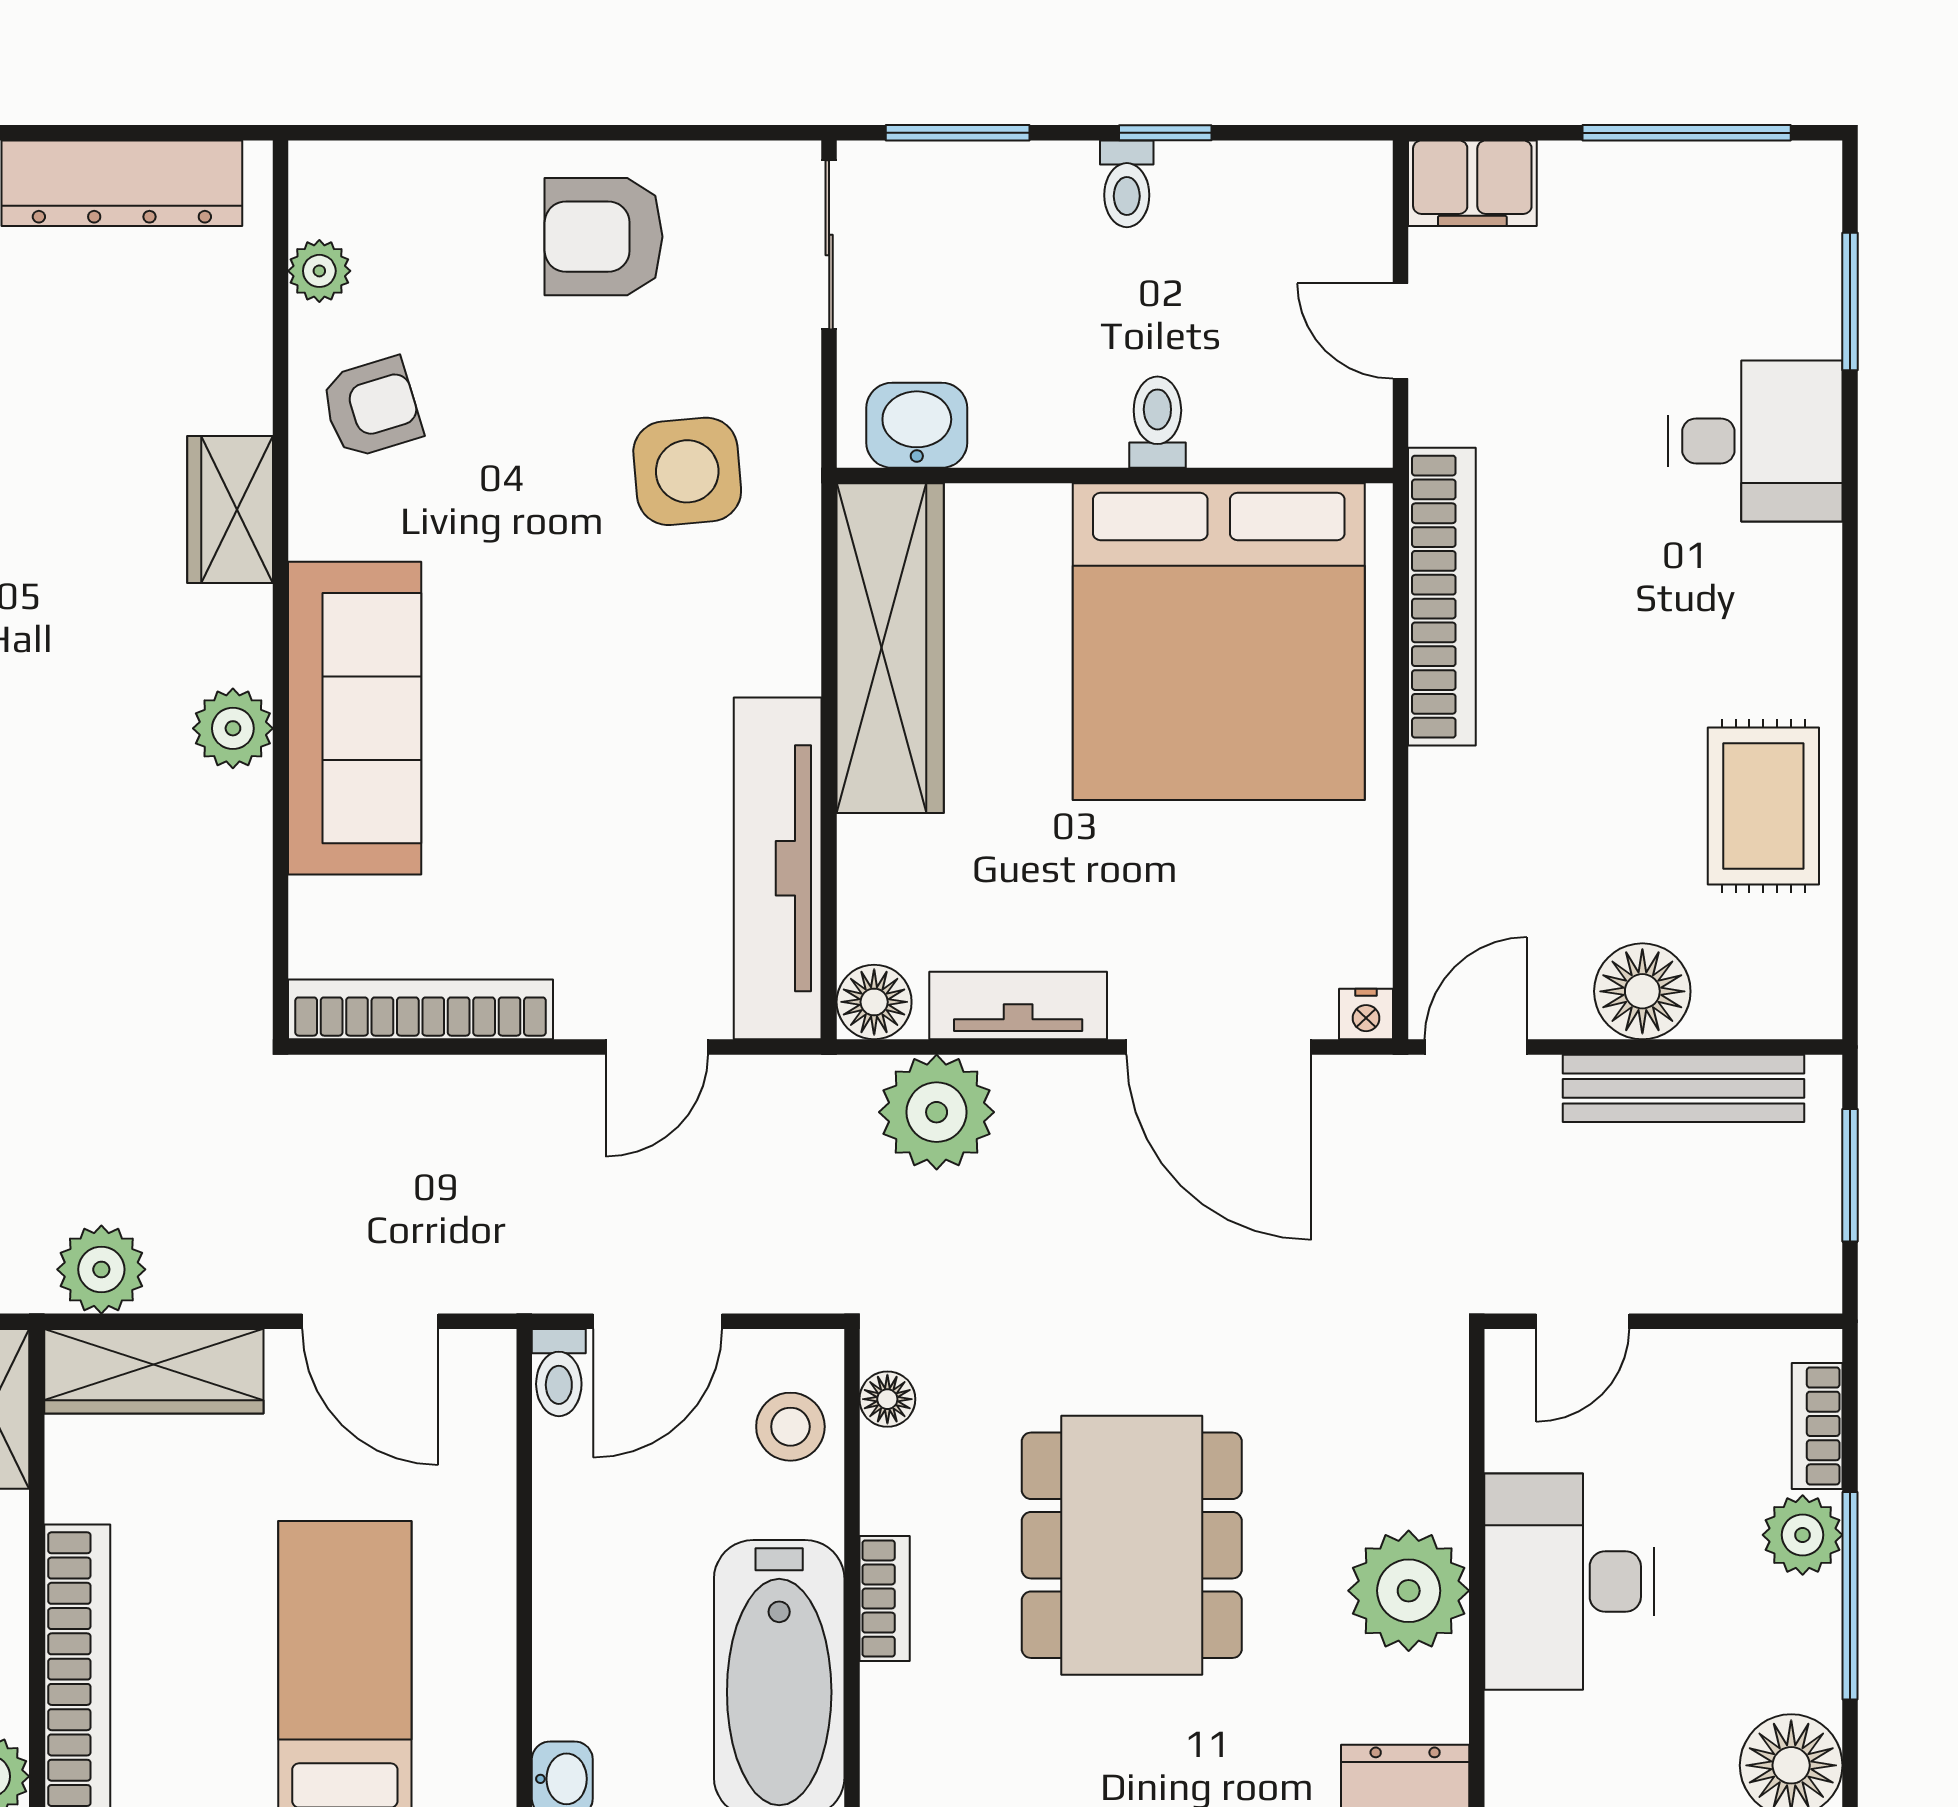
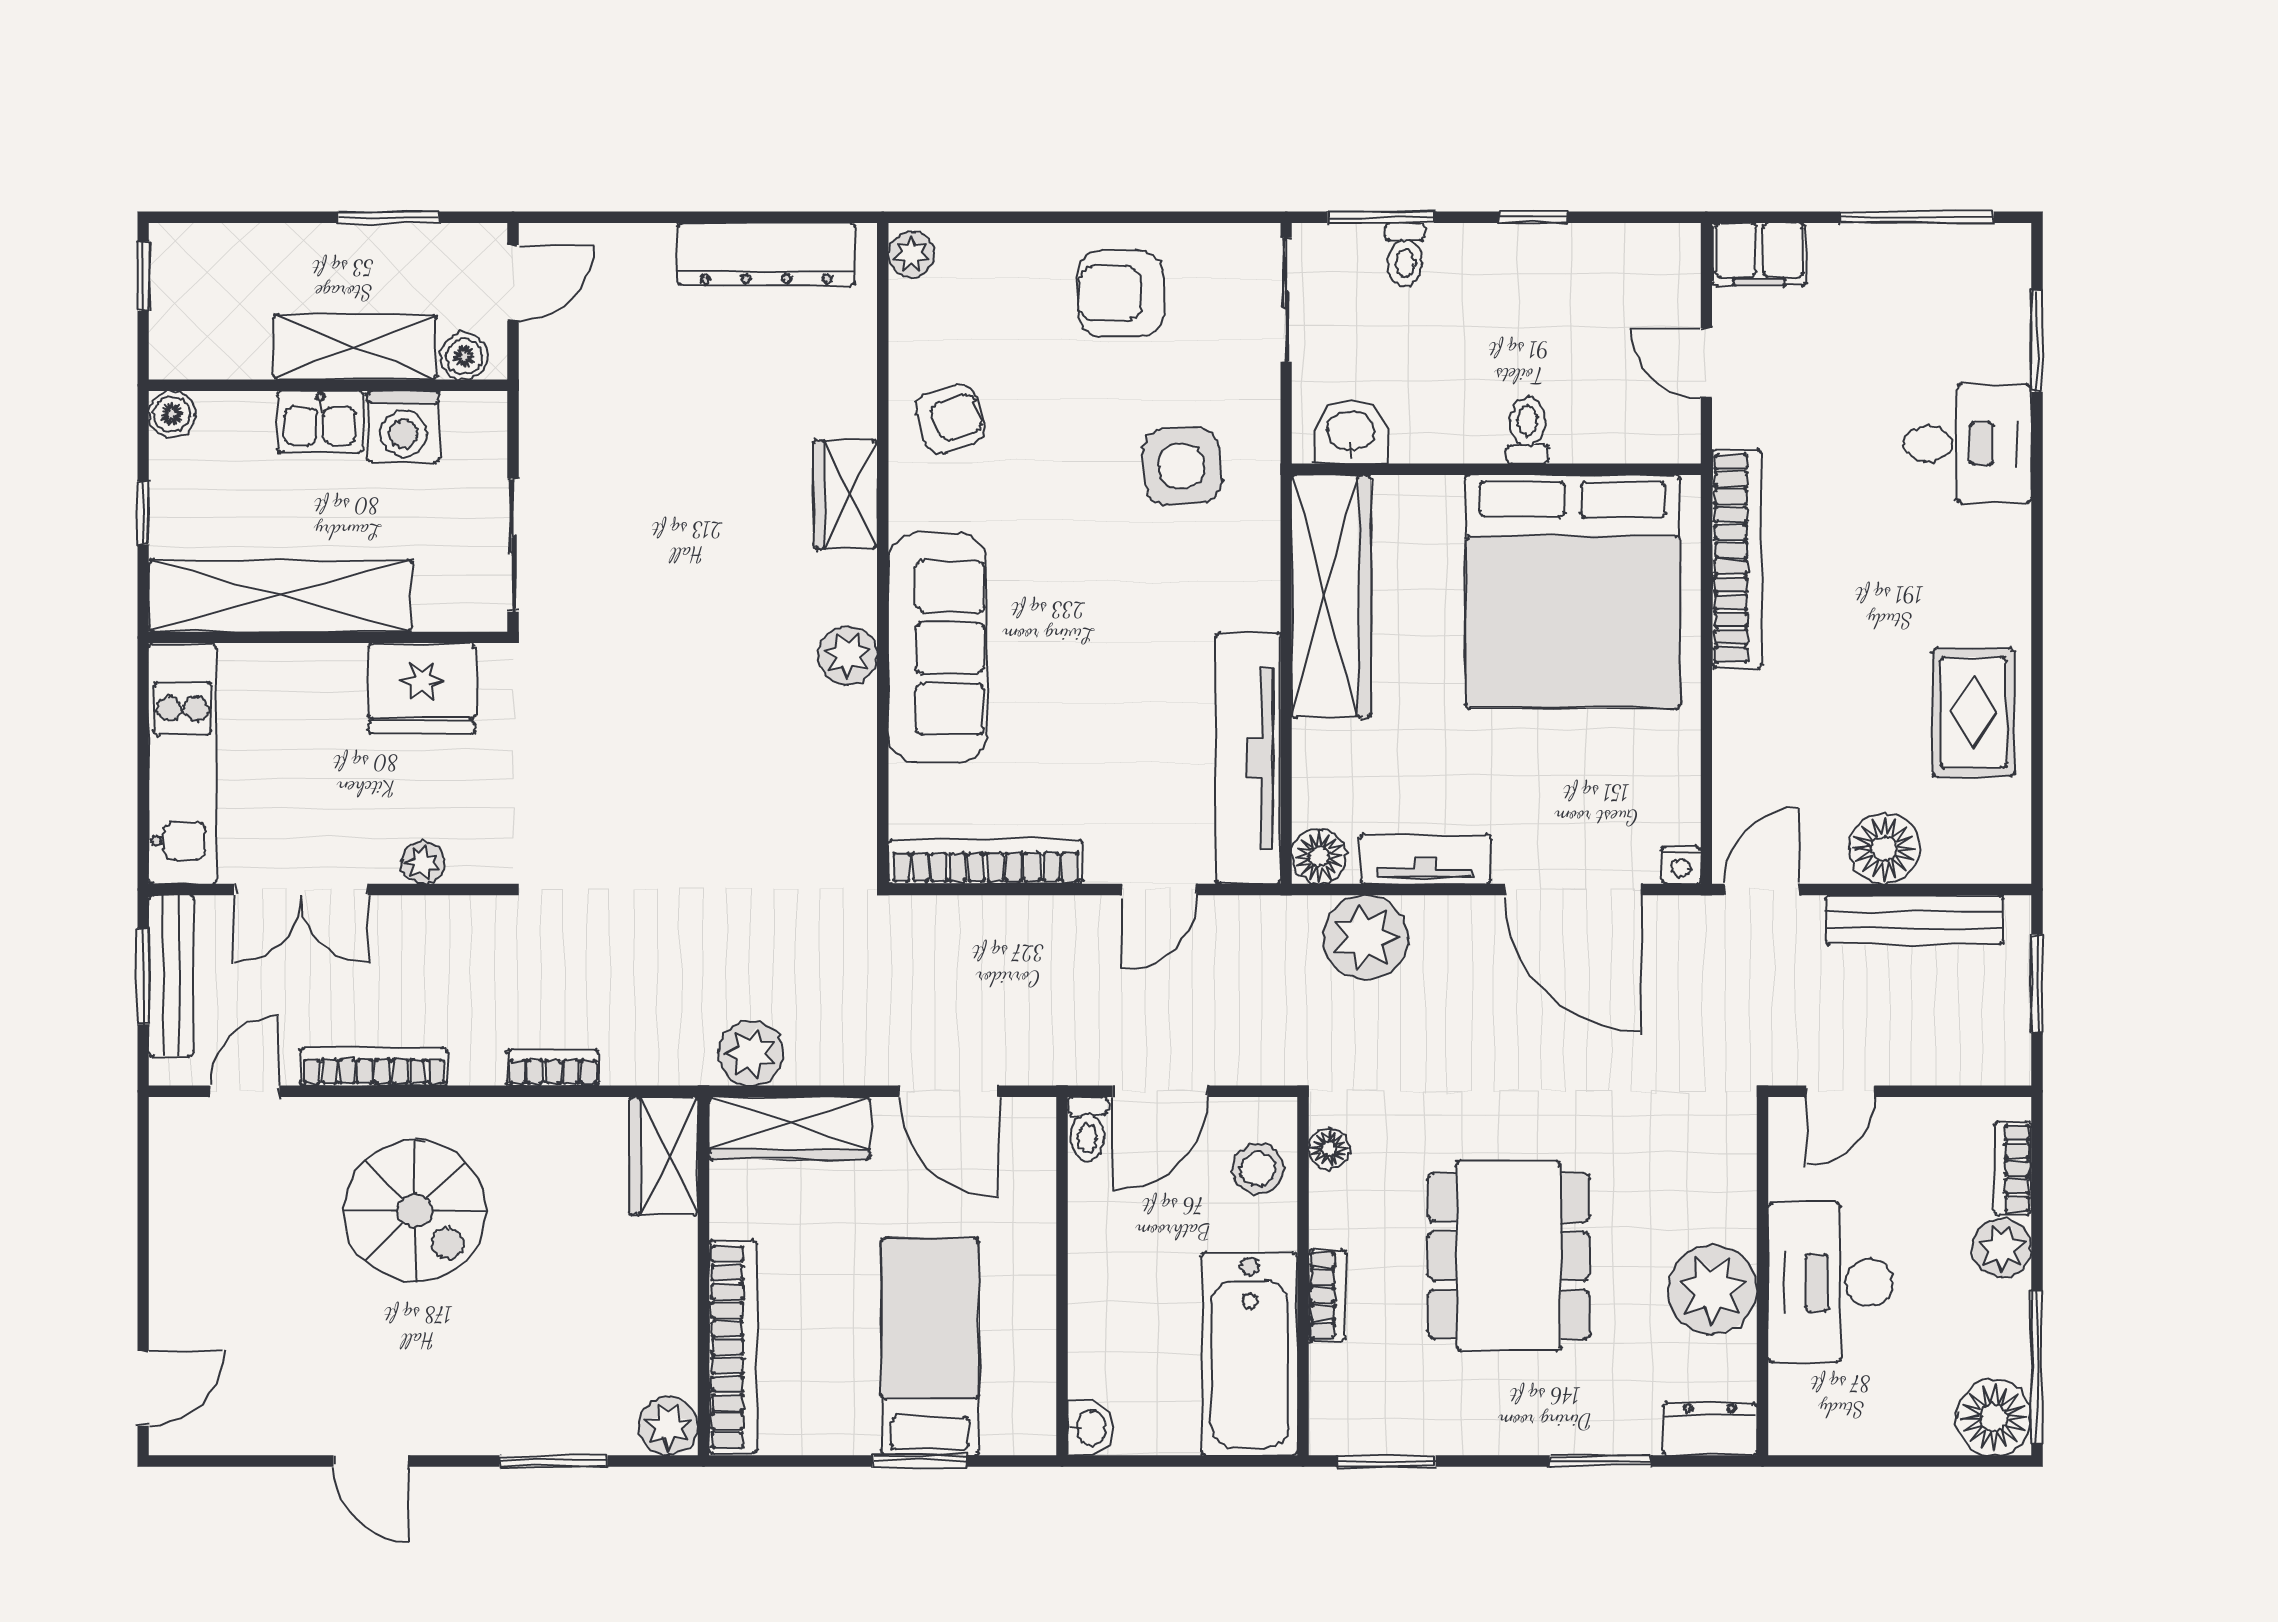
toilet: (1127, 184) -> (1405, 255), moved
plant: (319, 271) -> (911, 255), moved
window: (1850, 1596) -> (2037, 1367), moved

